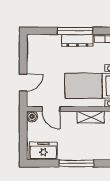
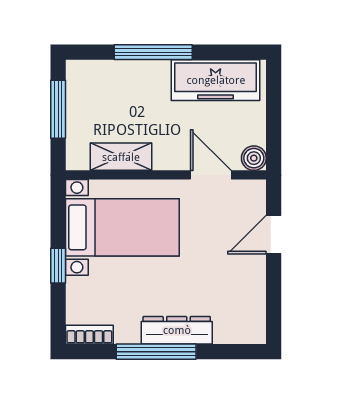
dresser: (77, 40) -> (177, 330), moved
freezer: (43, 151) -> (216, 80), width x1.40

